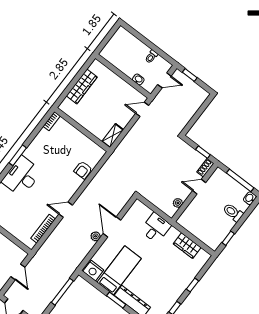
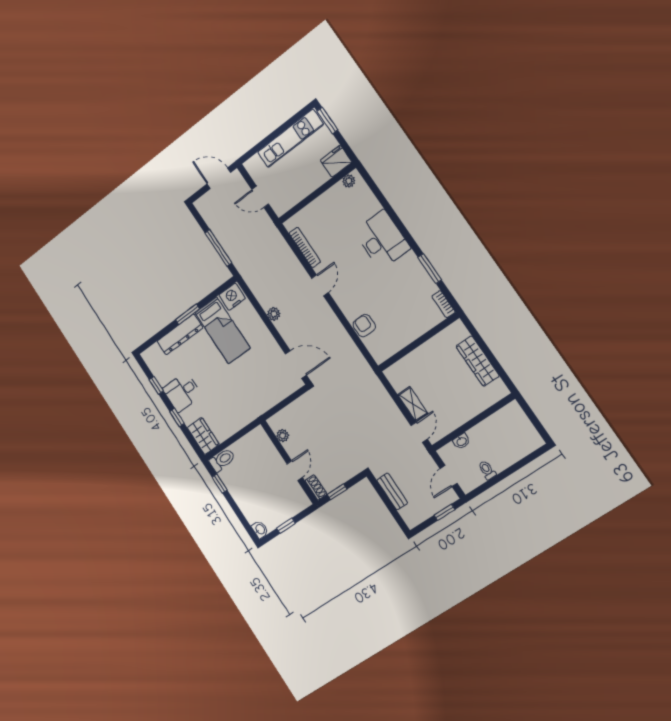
bench: (189, 114) -> (392, 491), added
shelving: (113, 136) -> (413, 404), moved
window: (18, 155) -> (430, 269), moved
window: (240, 180) -> (286, 526), width x0.46
toilet: (233, 212) -> (222, 460), moved
door: (112, 227) -> (296, 365), moved
desk: (156, 228) -> (182, 392), moved, turned 90
wardrobe: (187, 246) -> (203, 436), moved, turned 90

